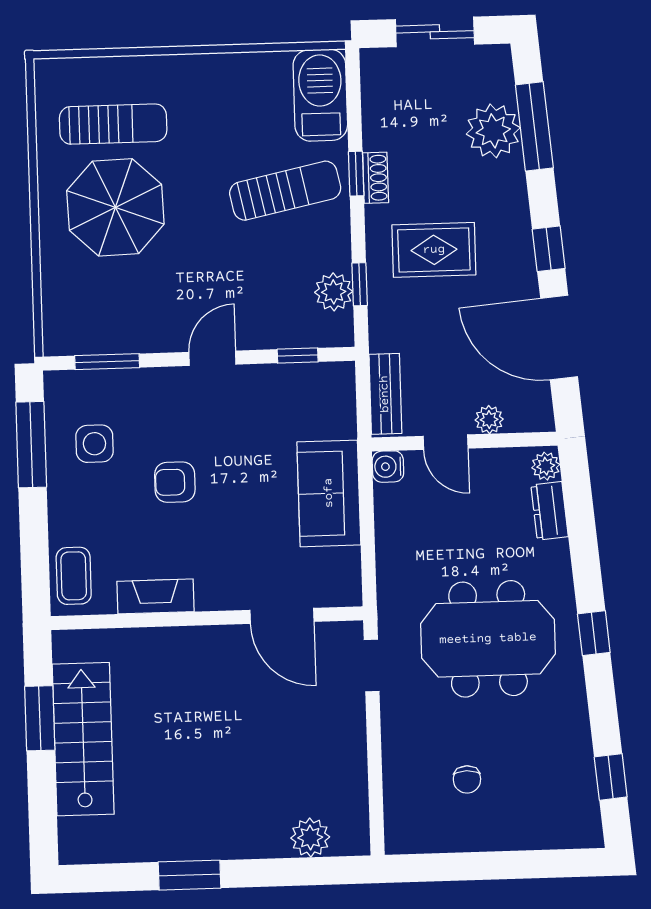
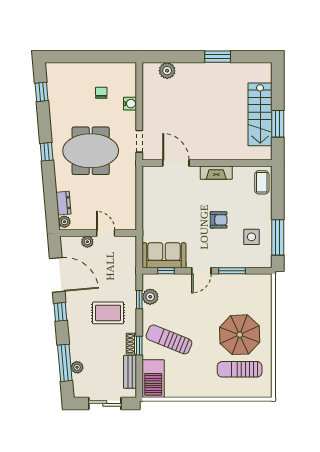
plant: (493, 131) -> (77, 367), width x0.53, depth x0.53
sun lounger: (285, 191) -> (169, 339), turned 34
window: (107, 362) -> (232, 271), moved
bench: (385, 394) -> (130, 372), moved
water cooler: (388, 467) -> (130, 104), moved
sofa: (329, 493) -> (164, 255), moved, turned -90
fireplace: (155, 596) -> (216, 173), moved

